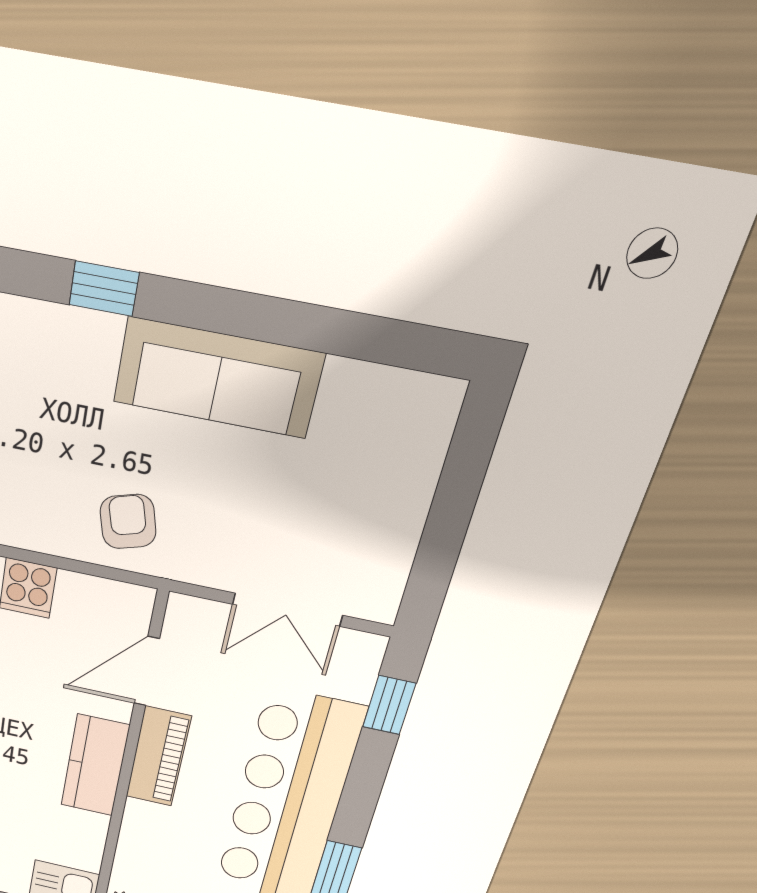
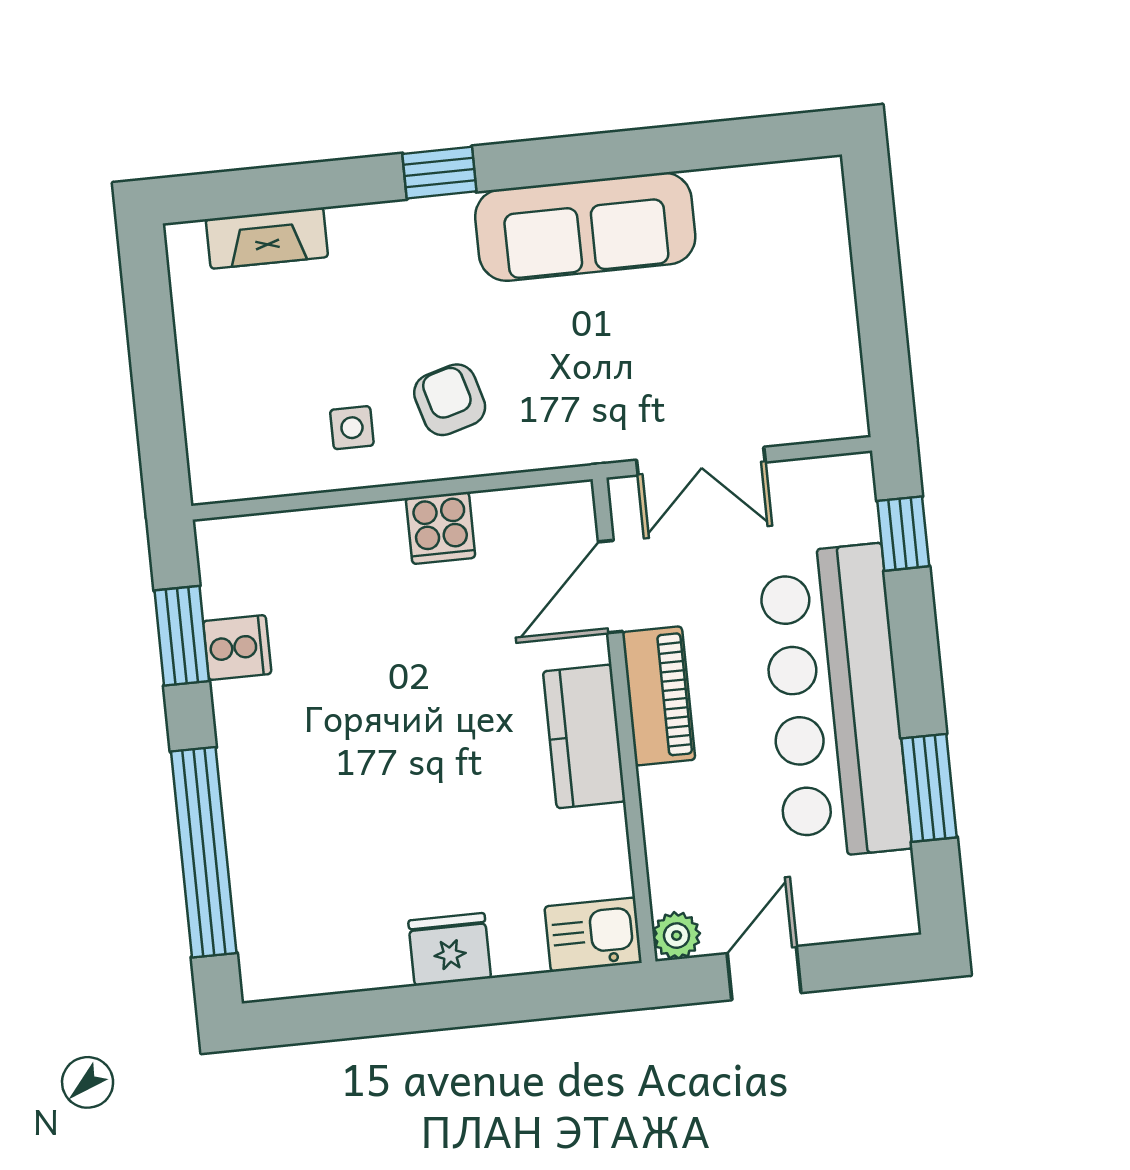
armchair: (128, 522) -> (450, 400), moved
double door: (287, 610) -> (701, 461), moved

